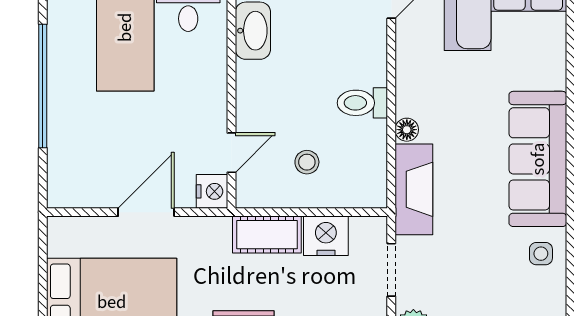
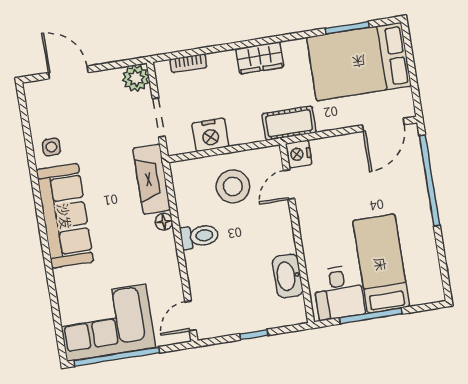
window: (43, 86) -> (430, 181), moved
stool: (307, 162) -> (233, 186), width x1.89, depth x1.89
door: (146, 212) -> (383, 125), moved
cot: (267, 235) -> (289, 123), moved

